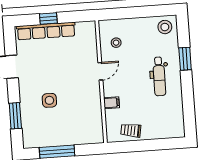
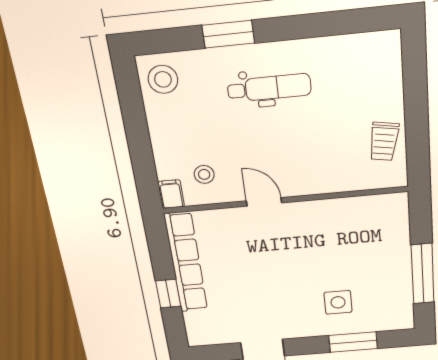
row of seats: (46, 31) -> (186, 263), moved
side table: (49, 100) -> (338, 302), moved
filing cabinet: (111, 103) -> (171, 194), moved

